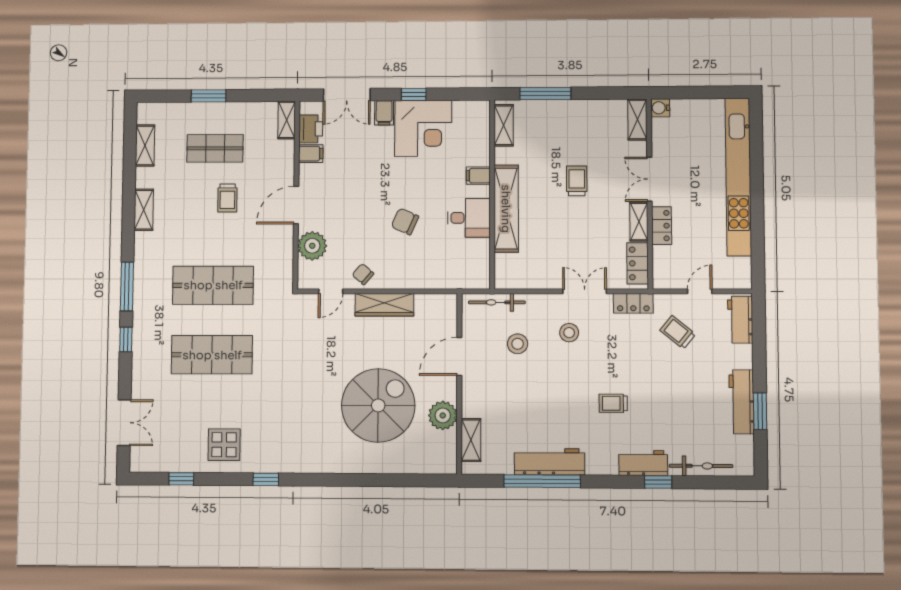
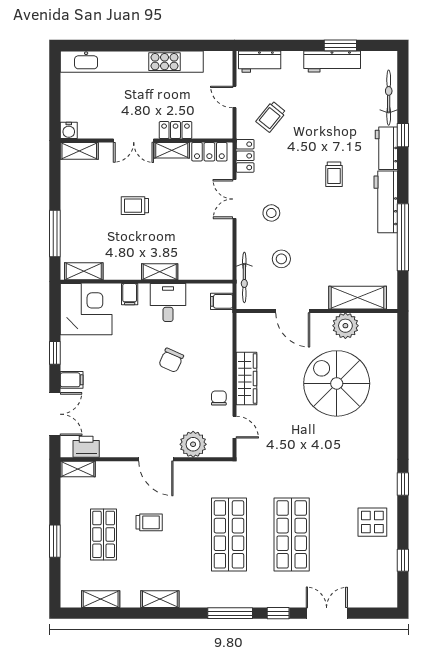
corner desk: (423, 128) -> (86, 309), moved
filing cabinet: (311, 154) -> (222, 301), moved, turned -90
shelving: (506, 209) -> (160, 272), width x0.45, depth x0.75
chair: (363, 274) -> (219, 398), turned 139
double door: (124, 423) -> (327, 613), moved
shelving: (471, 440) -> (358, 298), width x1.50, depth x1.33
workbench: (549, 462) -> (386, 202), moved

